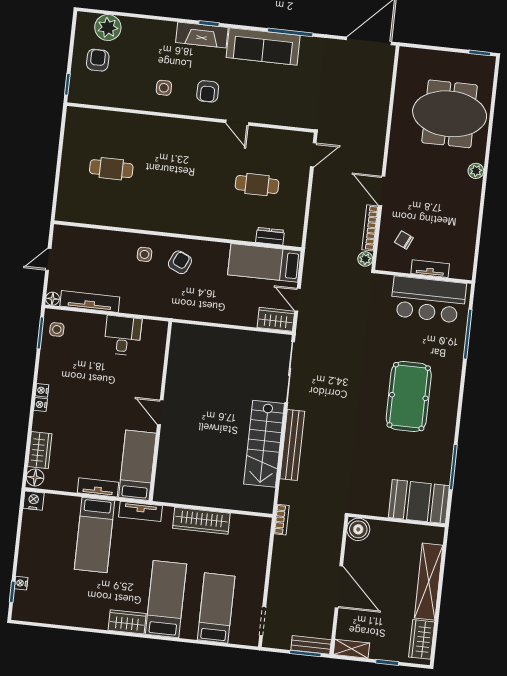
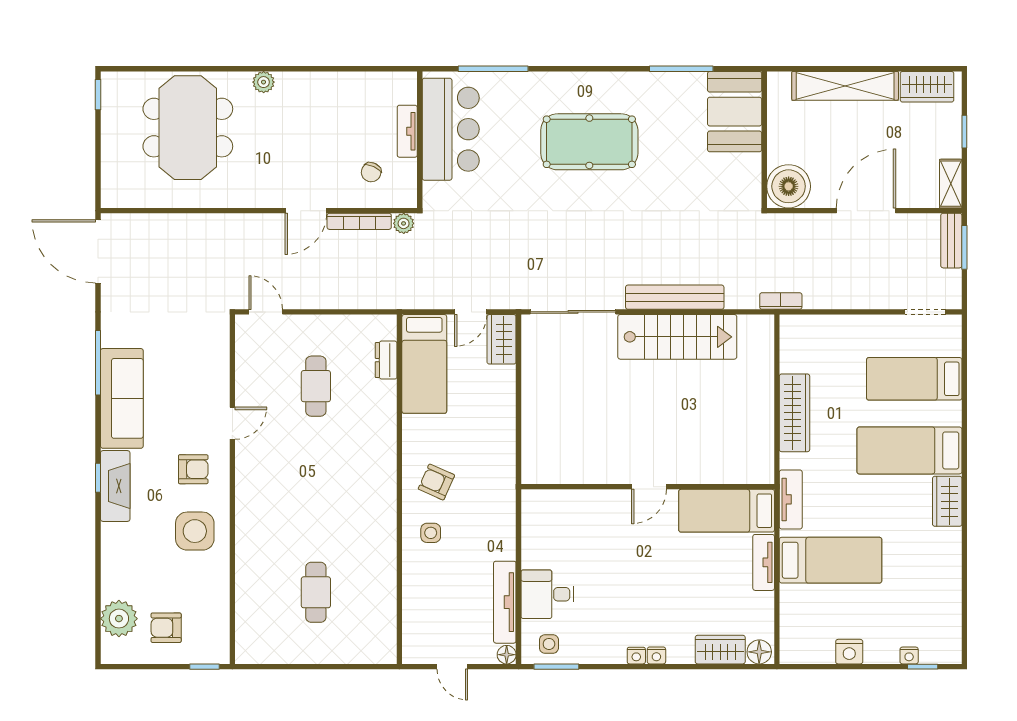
side table: (164, 88) -> (195, 531), width x1.87, depth x1.87
desk: (123, 336) -> (547, 594), moved
nightstand: (34, 501) -> (849, 652), moved, turned -90
boiler: (358, 529) -> (789, 186), width x1.37, depth x1.37

